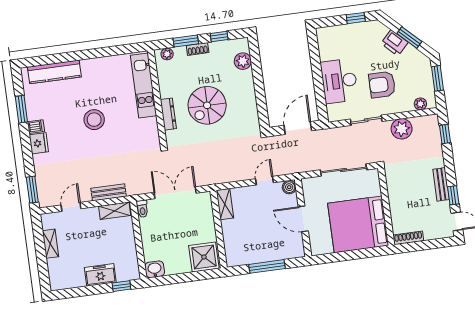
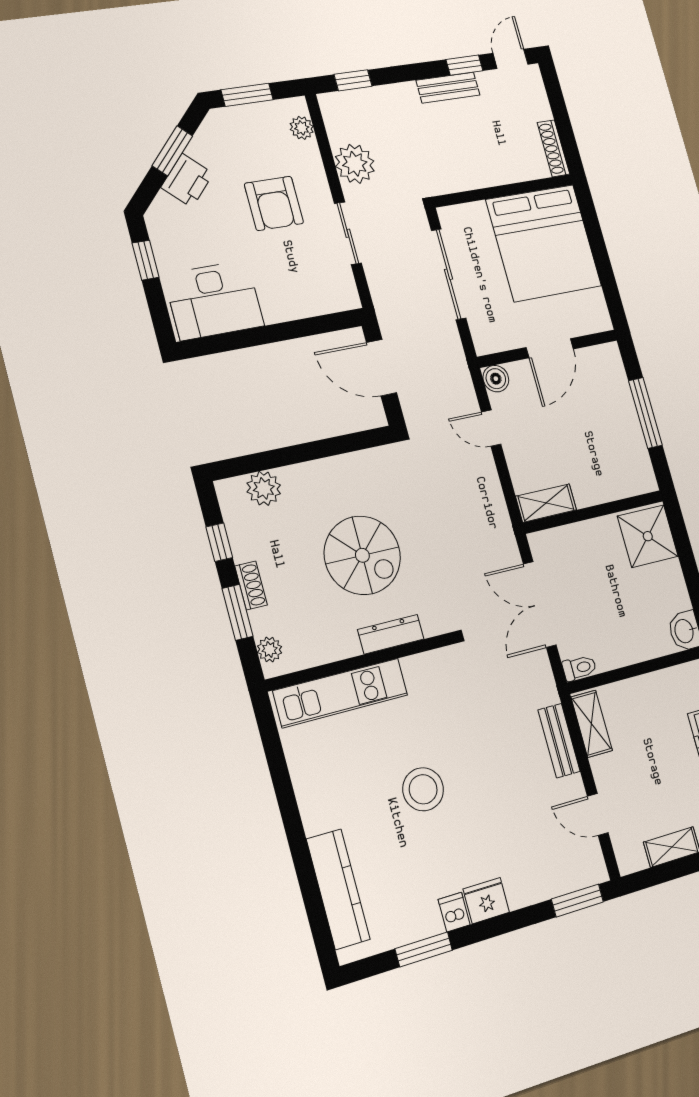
desk: (339, 81) -> (214, 300), moved

